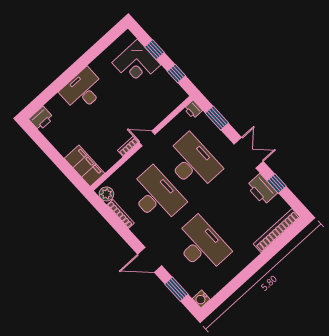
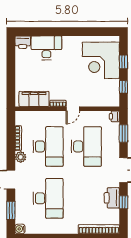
corner desk: (136, 64) -> (101, 60), width x1.36, depth x1.36
desk: (83, 90) -> (46, 48), moved
door: (147, 138) -> (73, 109), swing flipped
filing cabinet: (85, 166) -> (34, 99), moved, turned -90
plant: (106, 194) -> (21, 157), moved

